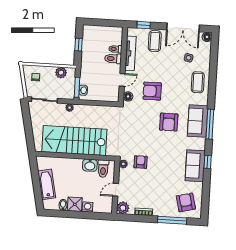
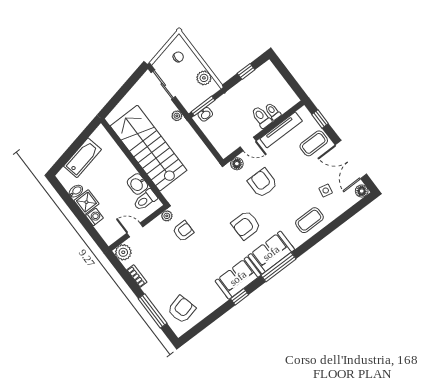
sofa: (195, 166) -> (238, 278), moved

